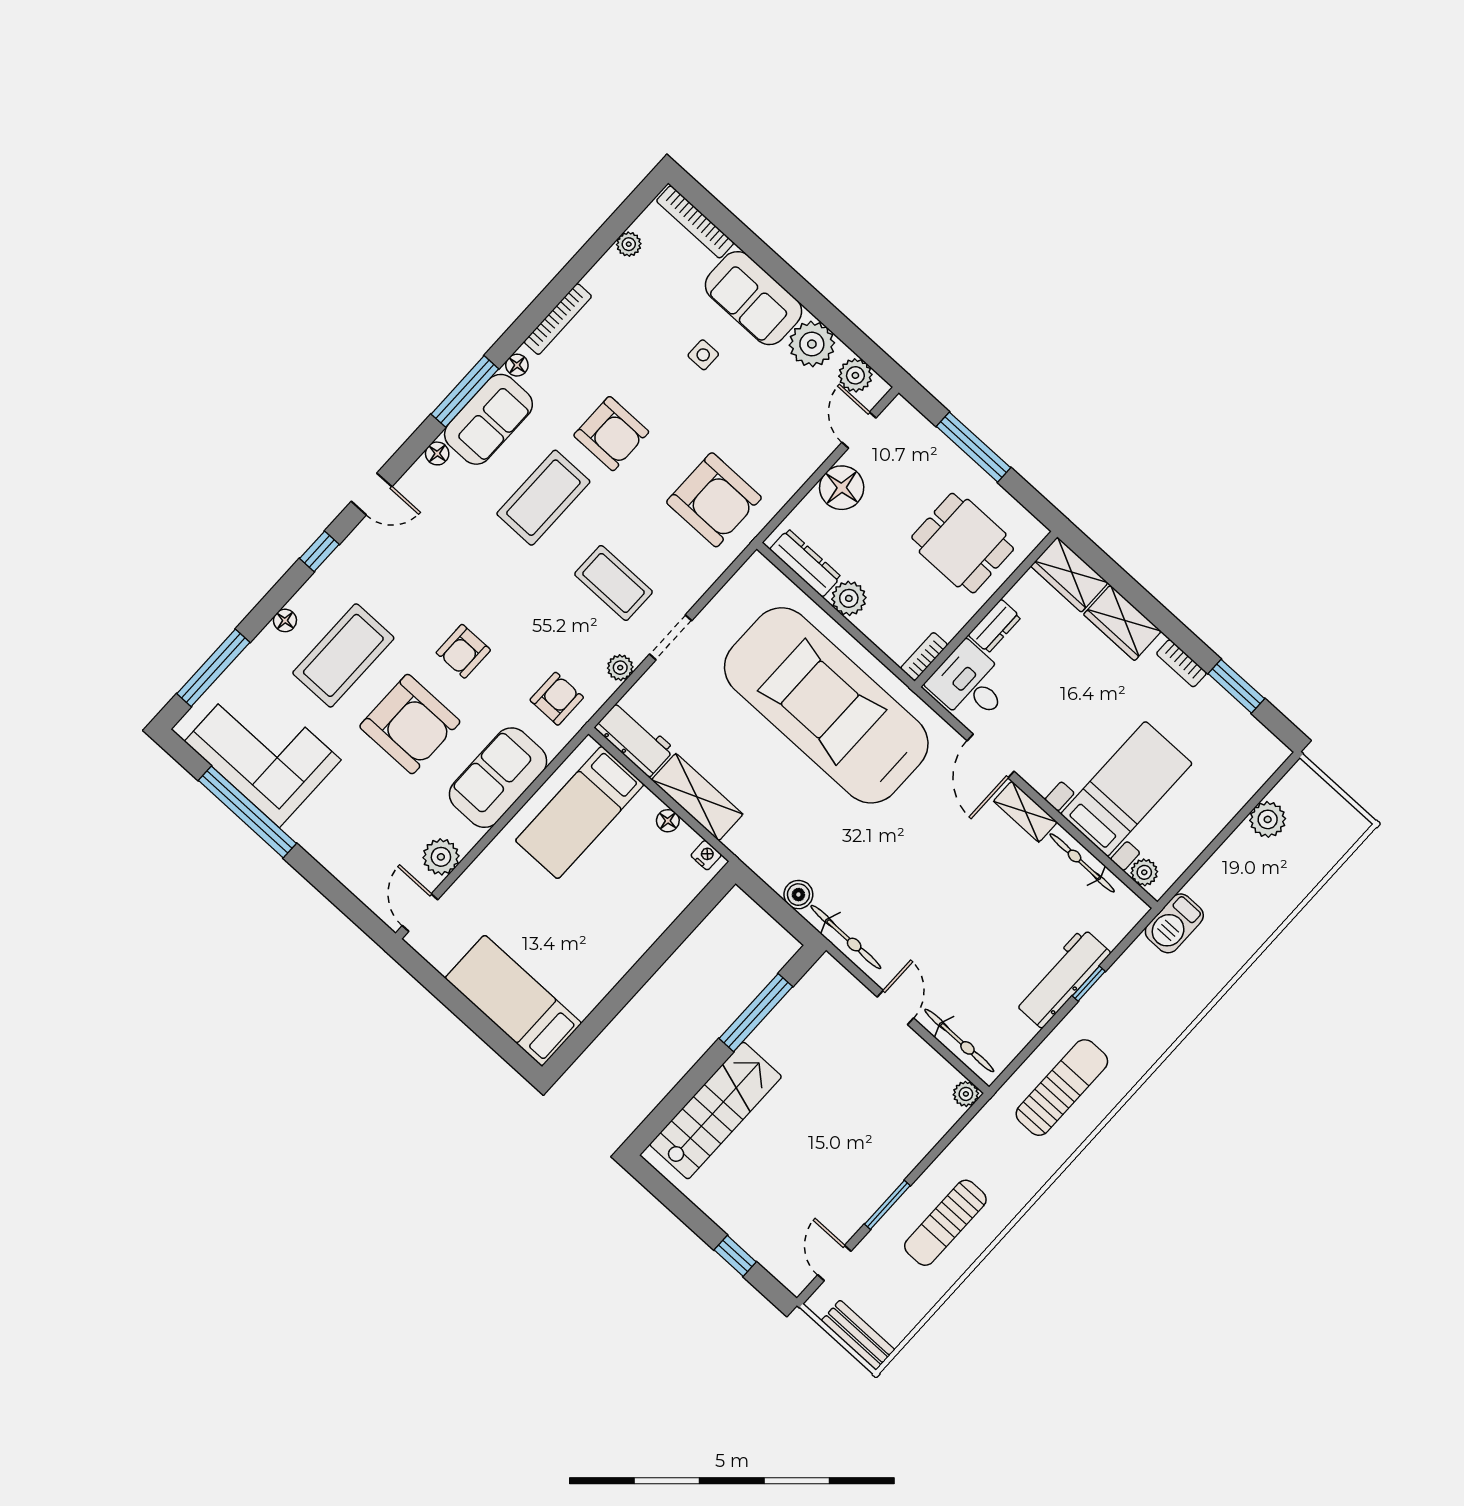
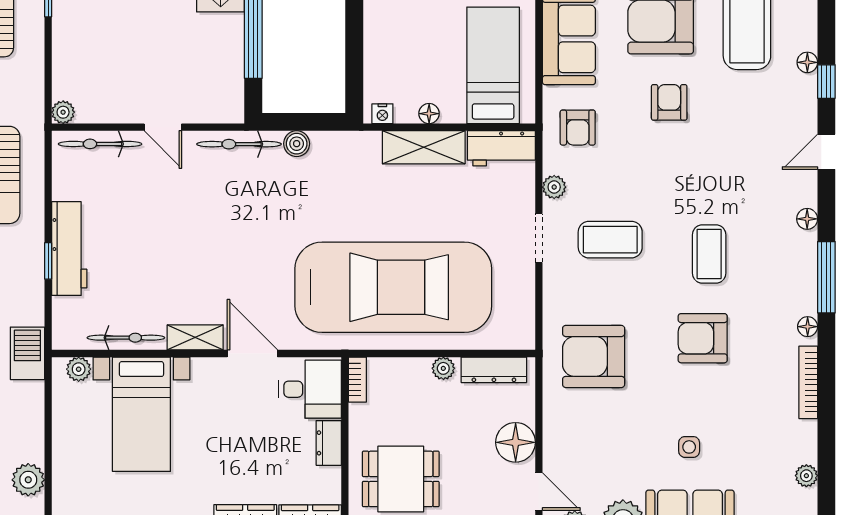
sofa: (488, 419) -> (794, 273), removed
coffee table: (543, 498) -> (709, 254), width x0.73, depth x0.76
plant: (849, 598) -> (443, 368), width x0.73, depth x0.73
floor lamp: (285, 620) -> (807, 62), moved

